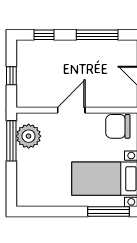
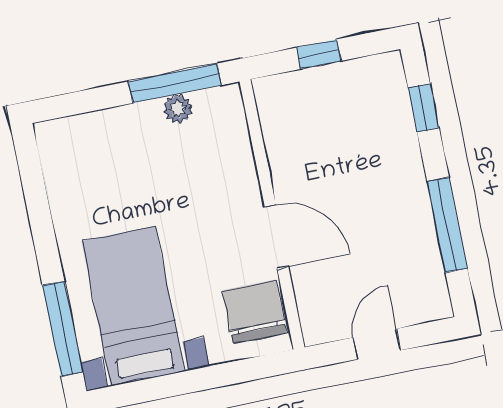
door: (71, 110) -> (277, 236), moved
plant: (29, 136) -> (178, 109), width x0.53, depth x0.53

